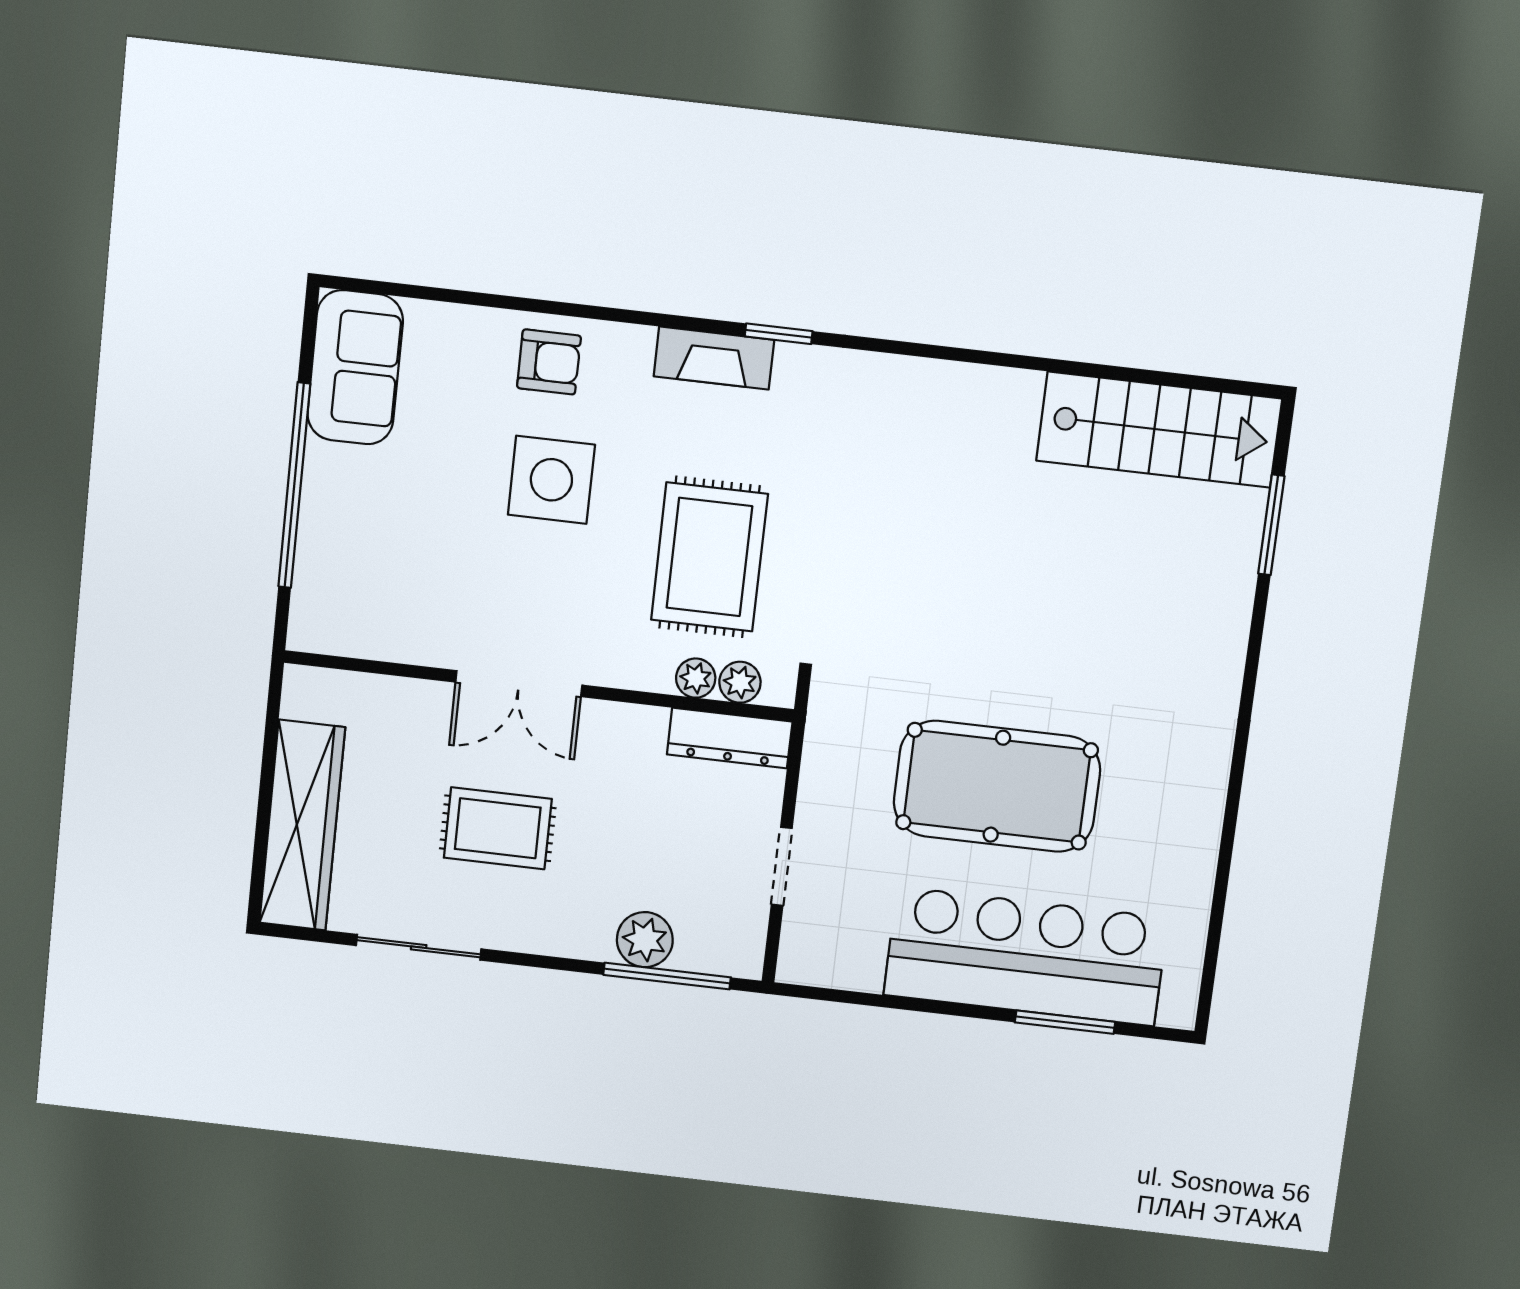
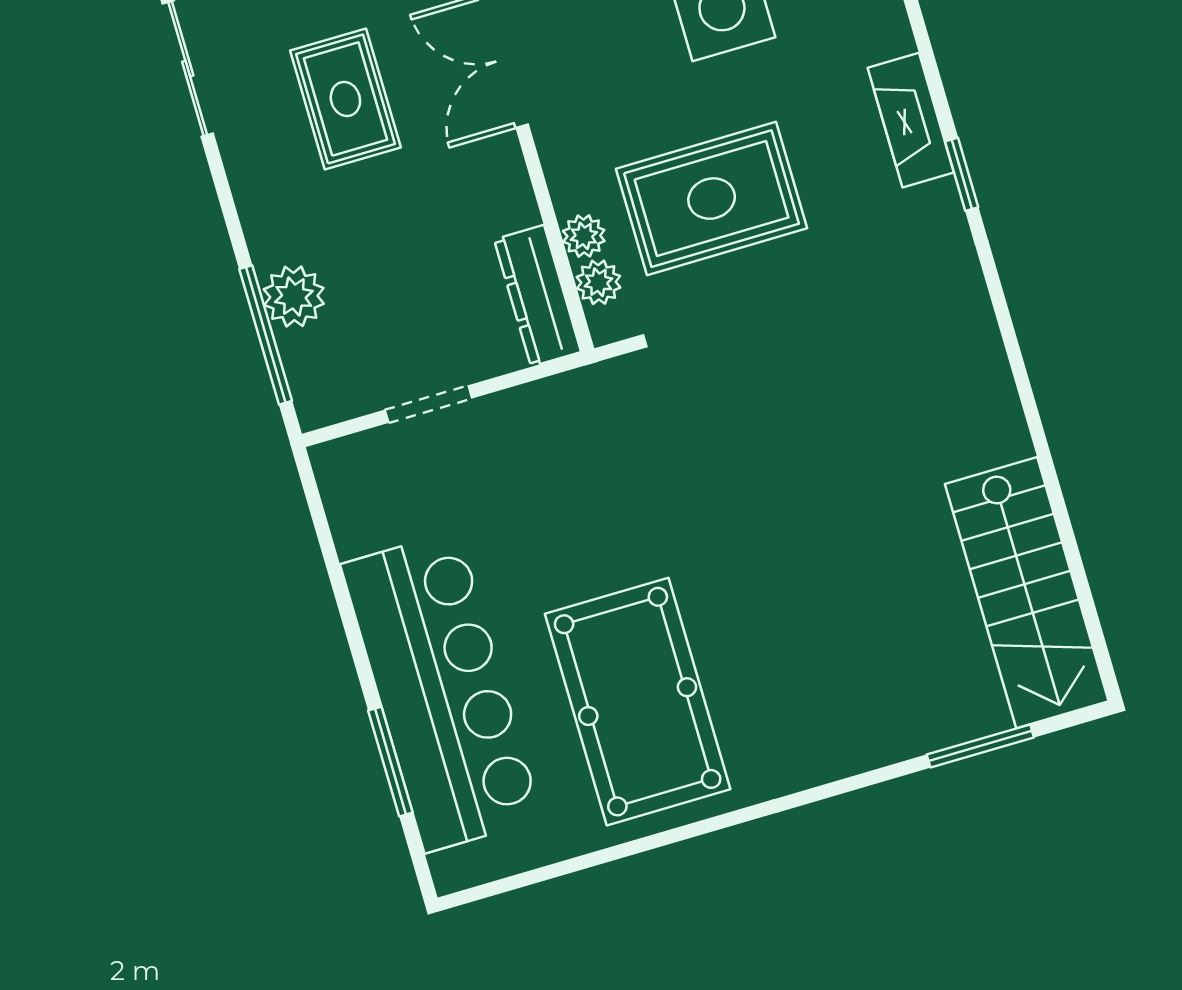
pool table: (997, 786) -> (638, 702), moved

